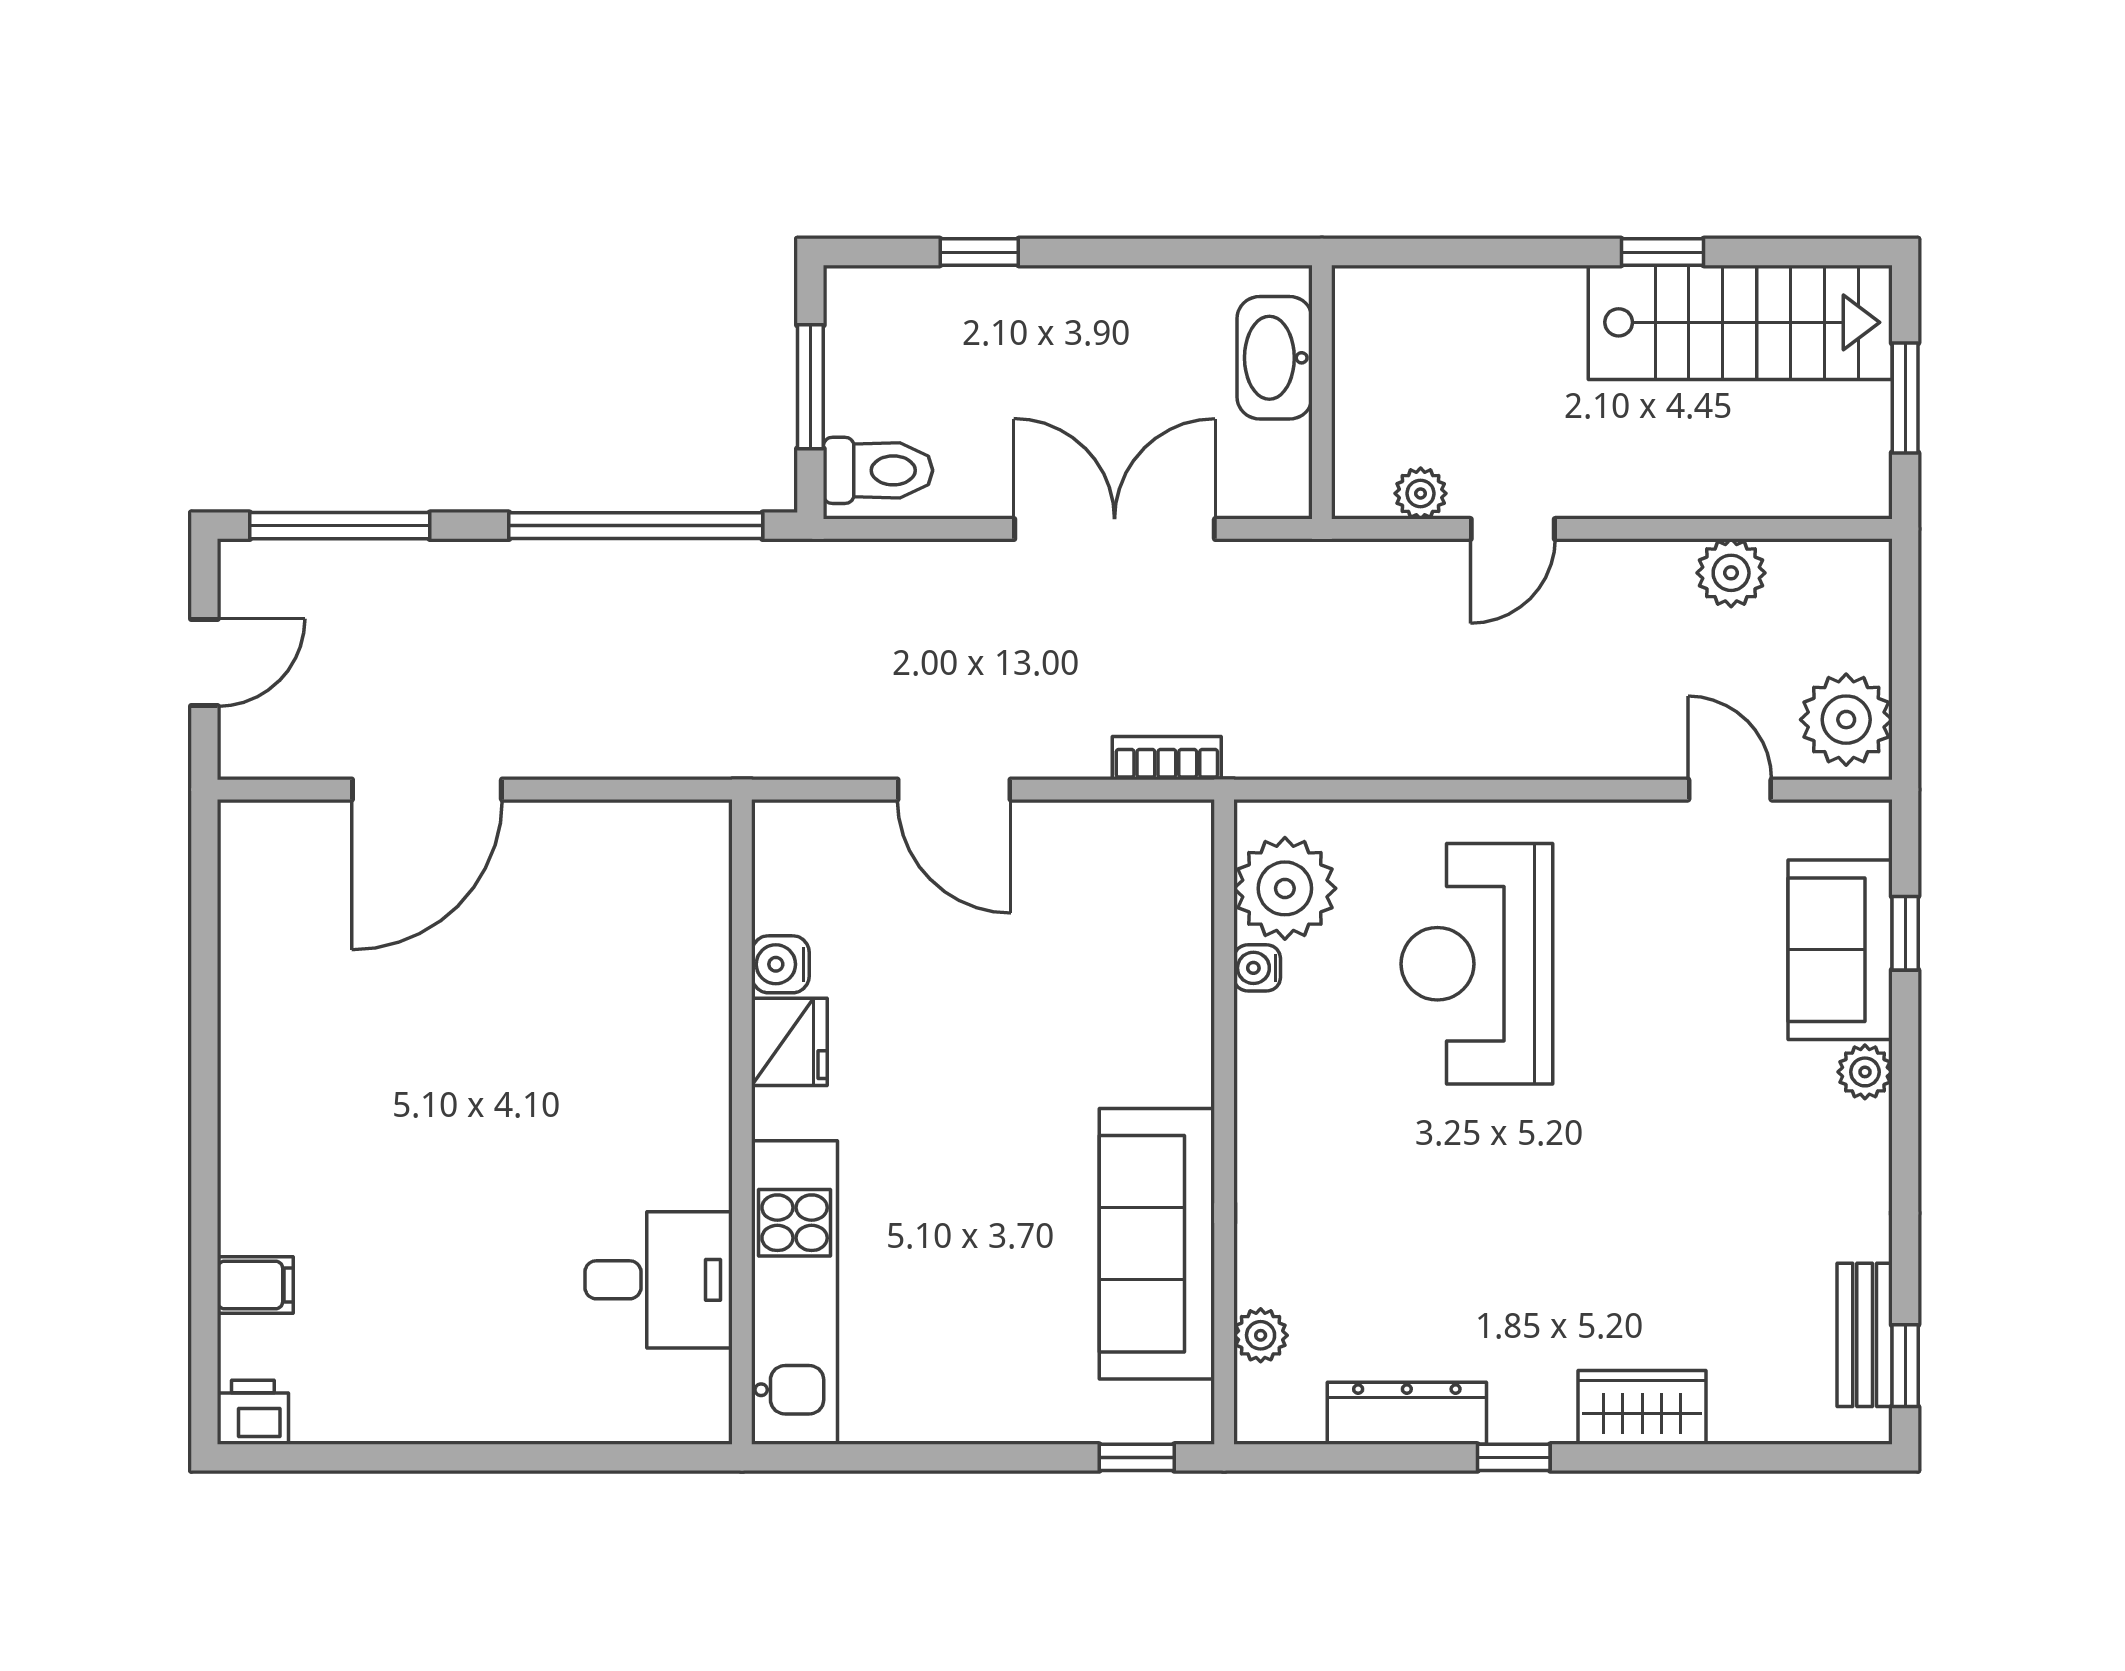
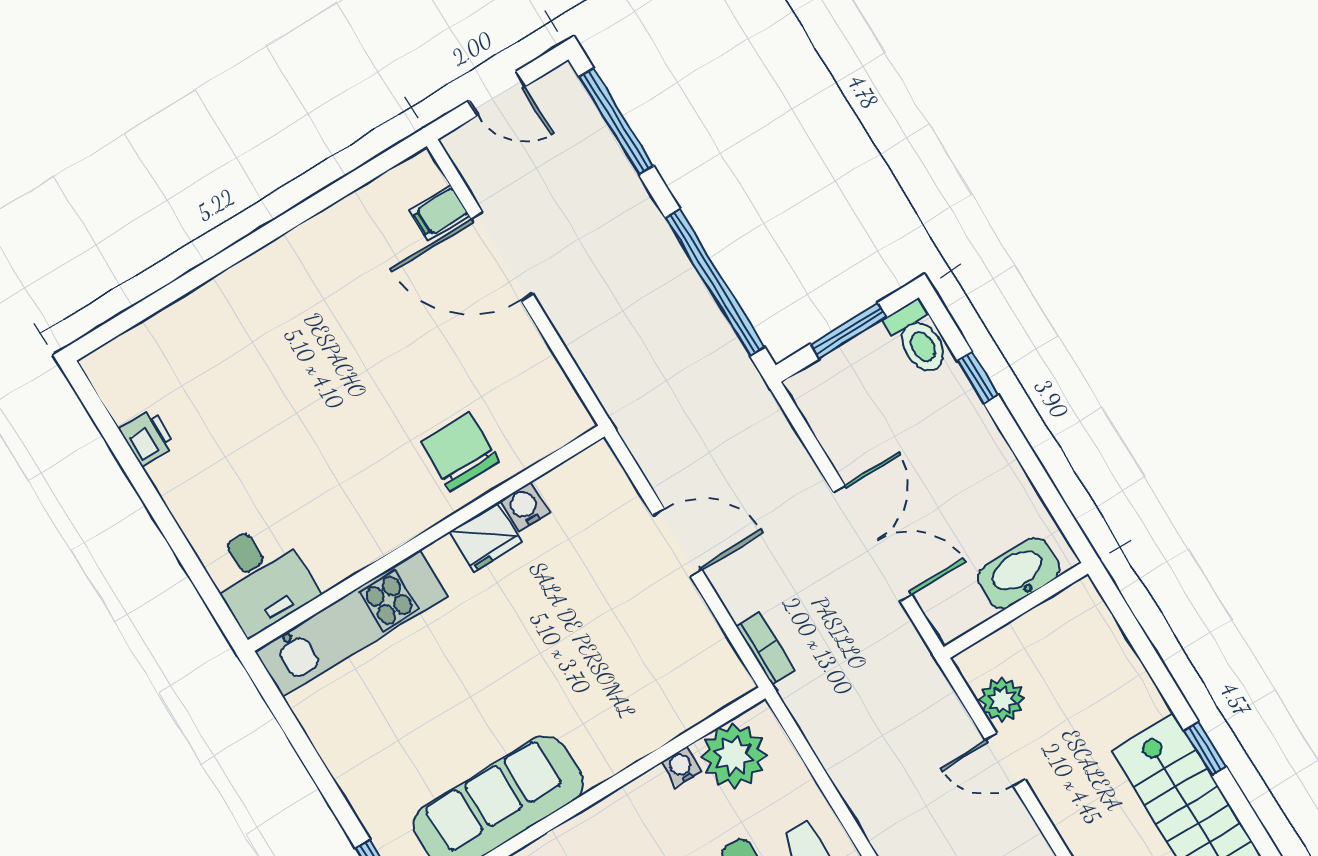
toilet: (878, 470) -> (918, 339), moved
plant: (1421, 493) -> (1002, 700), width x1.38, depth x1.38
door: (954, 790) -> (677, 543), swing flipped
chair: (654, 1006) -> (460, 452), added
desk: (659, 1280) -> (260, 578), moved
filing cabinet: (255, 1285) -> (440, 213), moved, turned 90
printer: (253, 1412) -> (147, 437), moved

